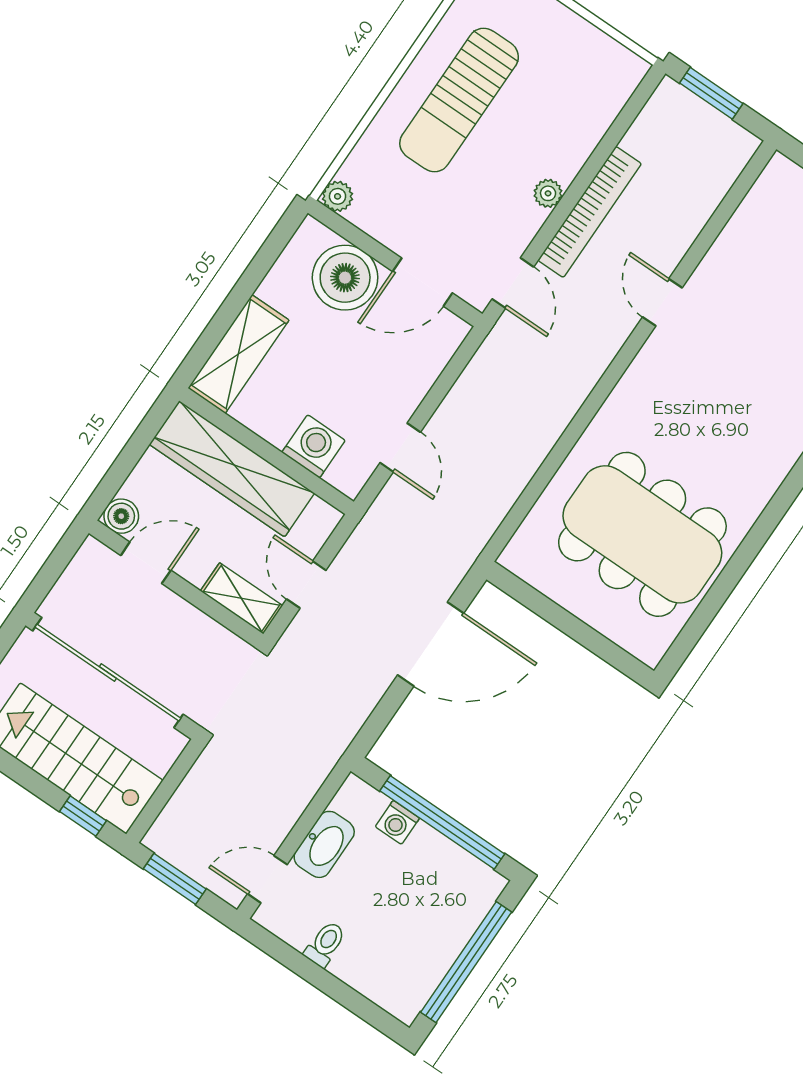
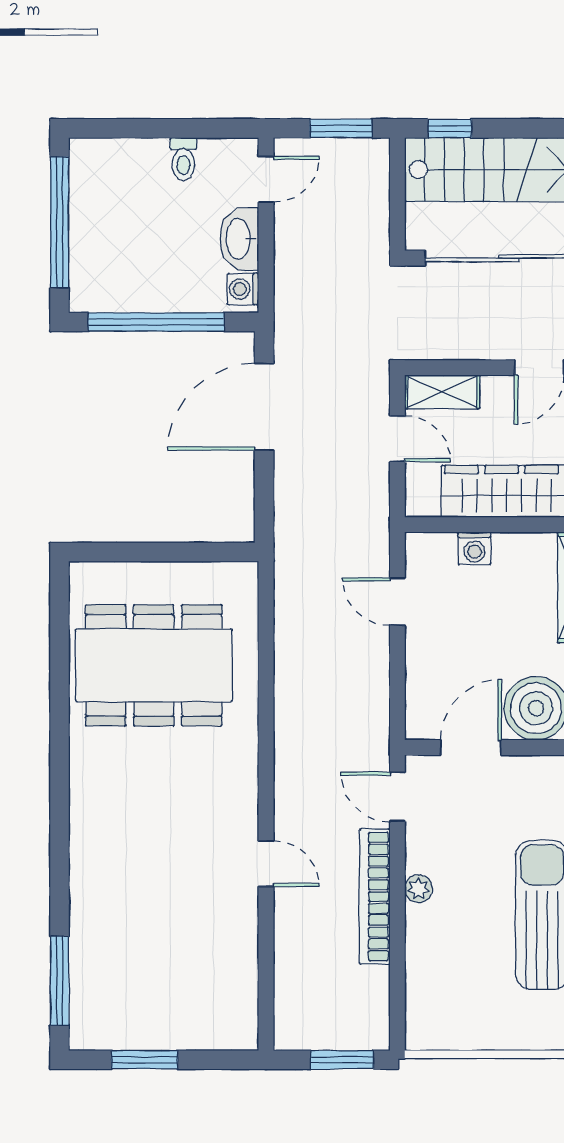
washing machine: (313, 446) -> (474, 548), width x0.73, depth x0.73
door: (431, 644) -> (264, 407), moved
washing machine: (397, 822) -> (243, 289), moved, turned -90

